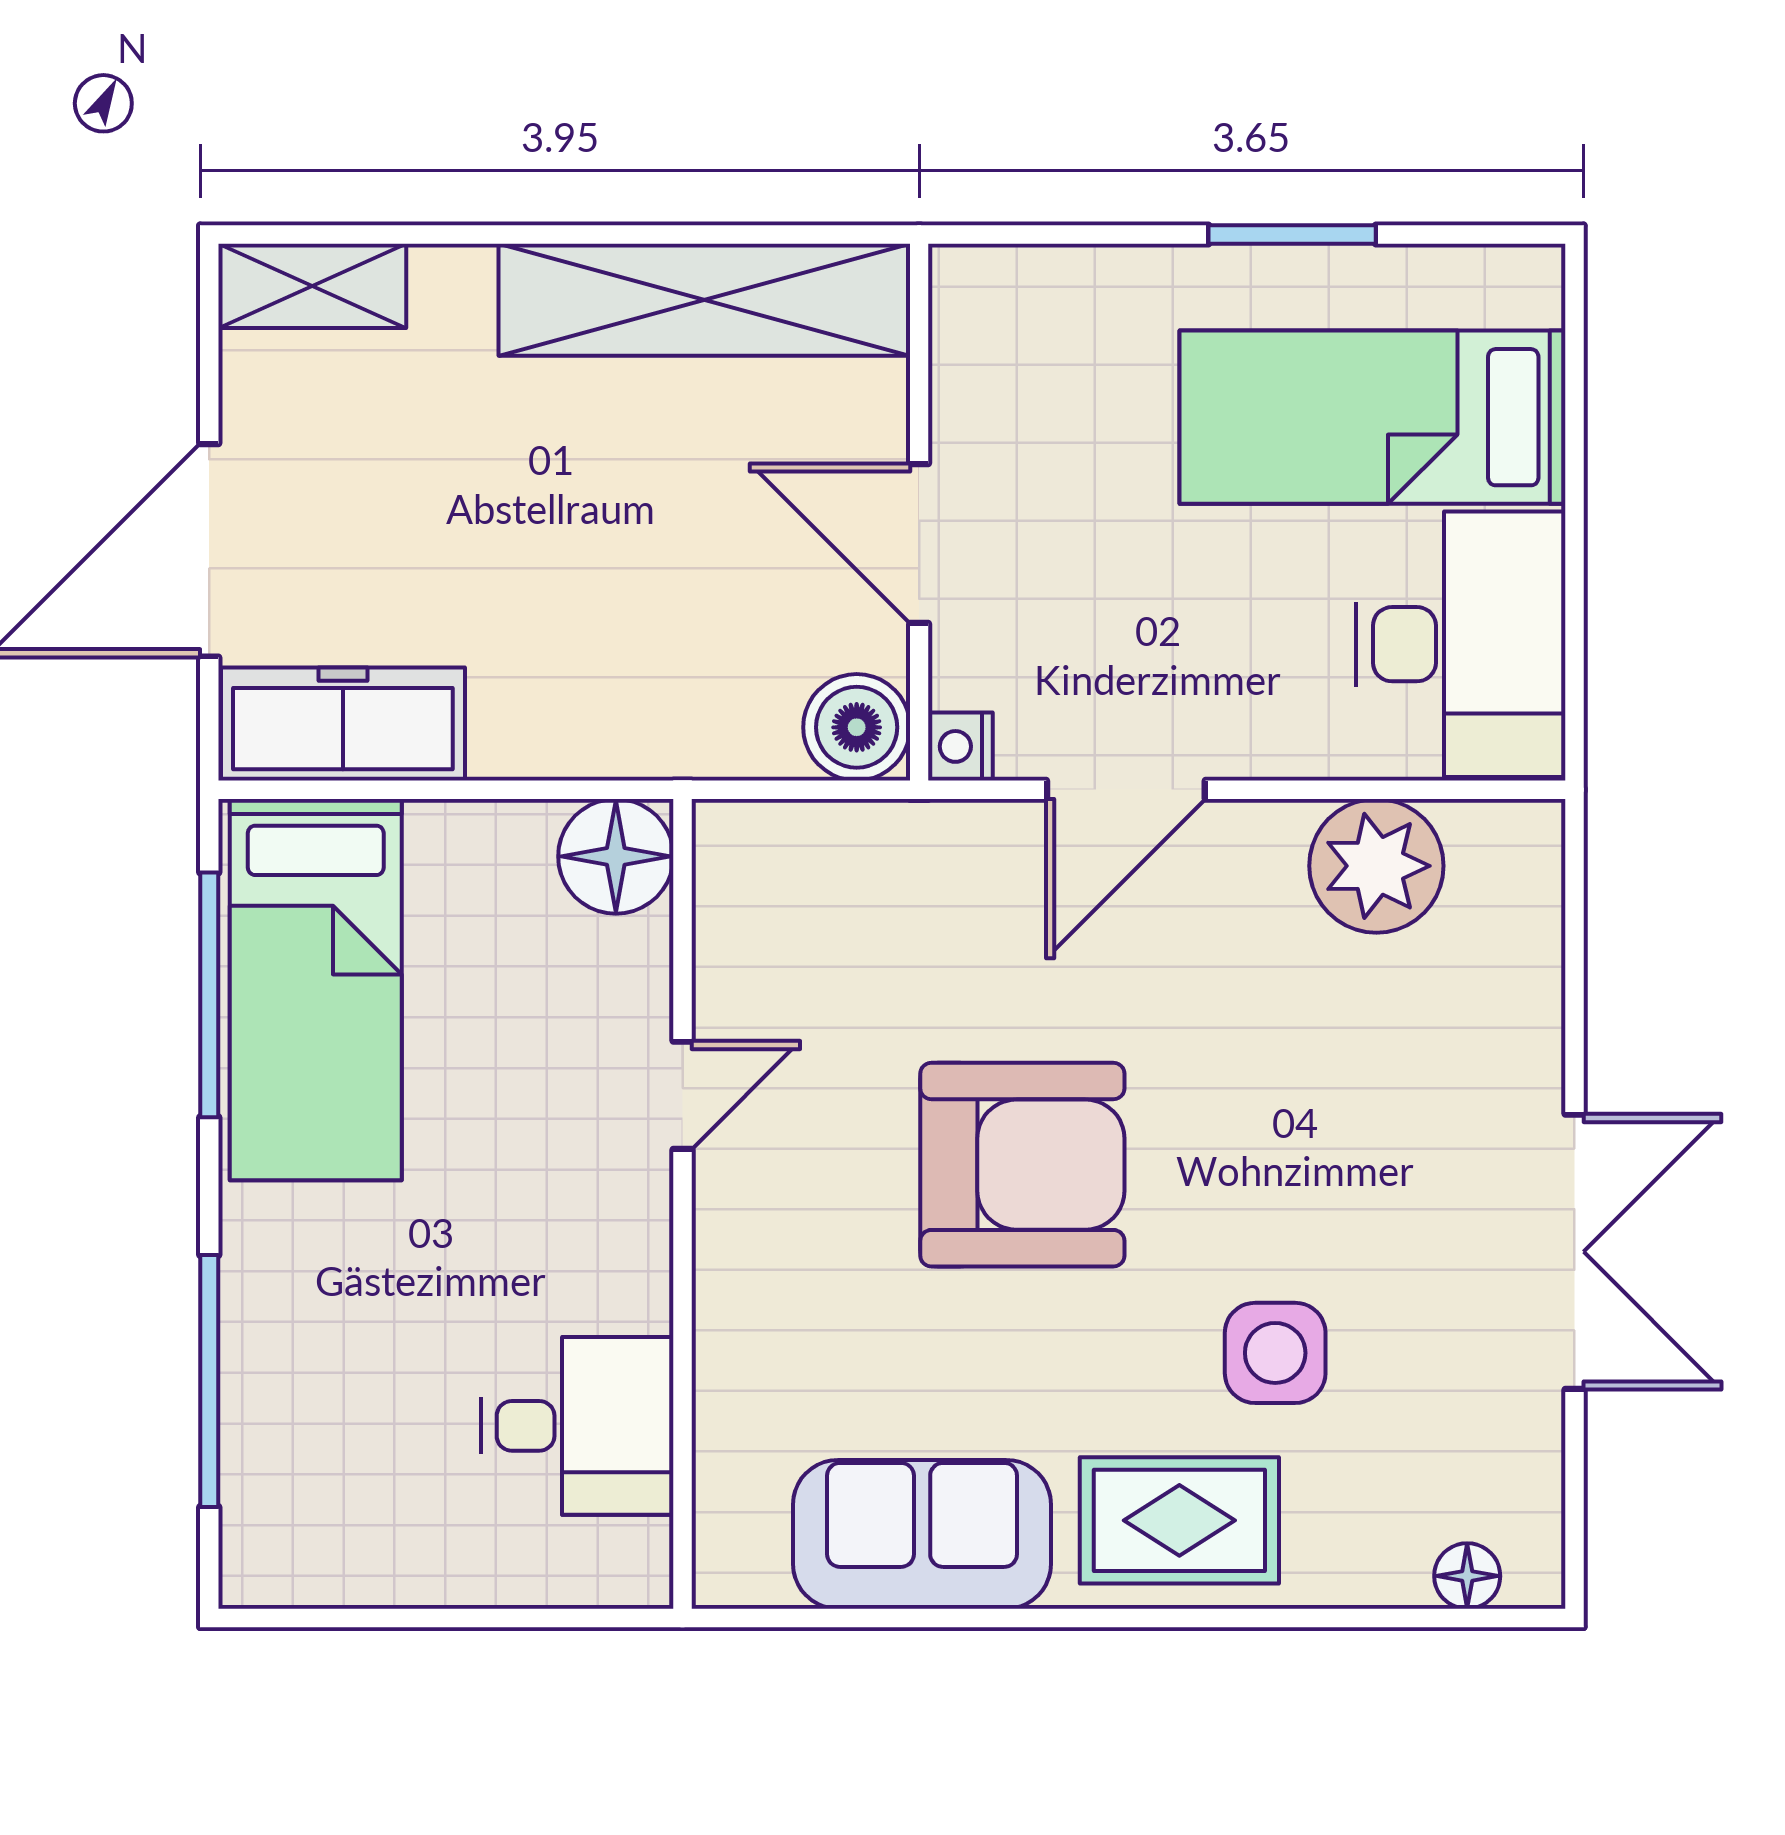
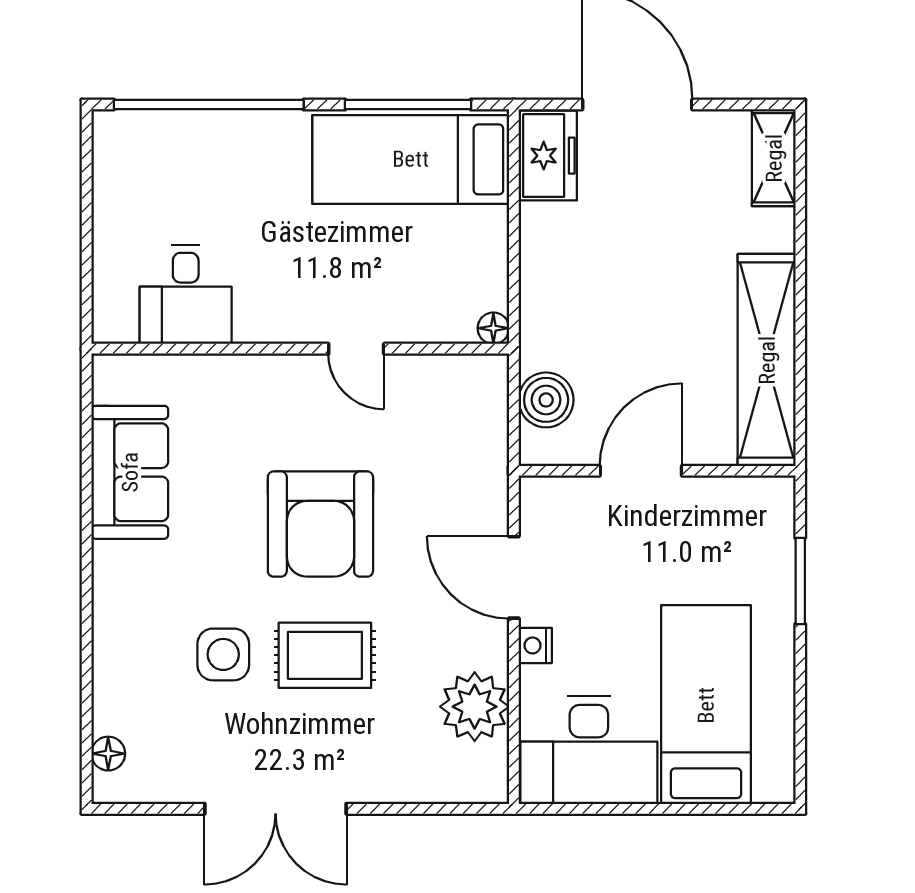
window: (1292, 235) -> (800, 581), moved
freezer: (343, 724) -> (548, 156), width x0.71
boiler: (857, 727) -> (546, 400), moved
nightstand: (960, 746) -> (535, 645), moved, turned -90
floor lamp: (616, 856) -> (493, 328), width x0.53, depth x0.53
window: (209, 1381) -> (209, 105), width x1.46
rug: (1179, 1520) -> (325, 655), moved, turned 90

